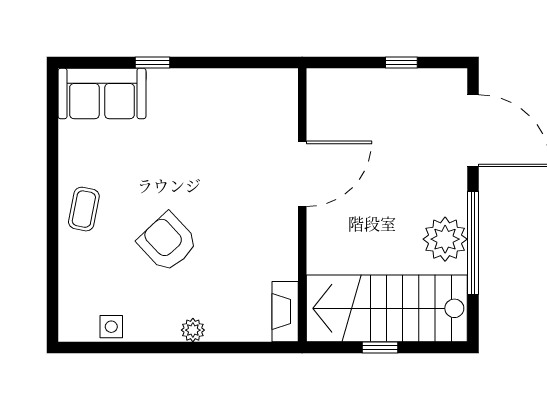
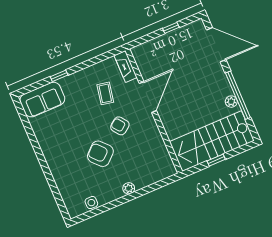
armchair: (227, 205) -> (120, 126), added
coffee table: (84, 209) -> (105, 93), moved
plant: (445, 239) -> (231, 102), width x0.53, depth x0.53
fireplace: (285, 312) -> (126, 66), moved

